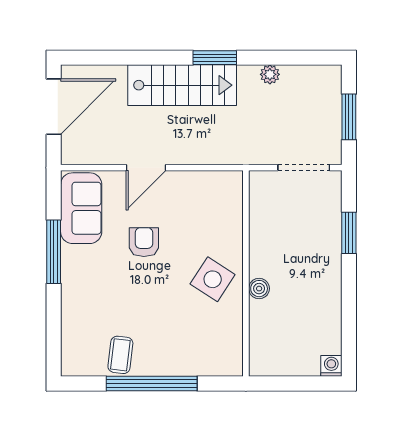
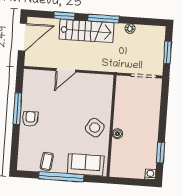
window: (135, 58) -> (64, 16), added
window: (215, 58) -> (103, 18), width x1.44
sofa: (81, 208) -> (86, 165), moved, turned -90
window: (349, 233) -> (160, 153), moved
armchair: (144, 242) -> (30, 119), moved

